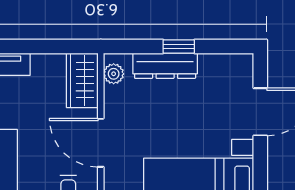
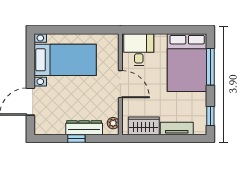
wardrobe: (82, 80) -> (144, 126), moved, turned -90

